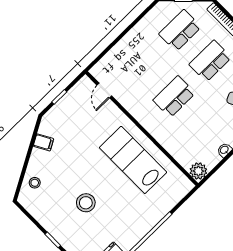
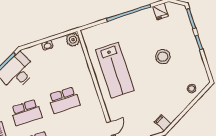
filing cabinet: (43, 142) -> (163, 123), moved

